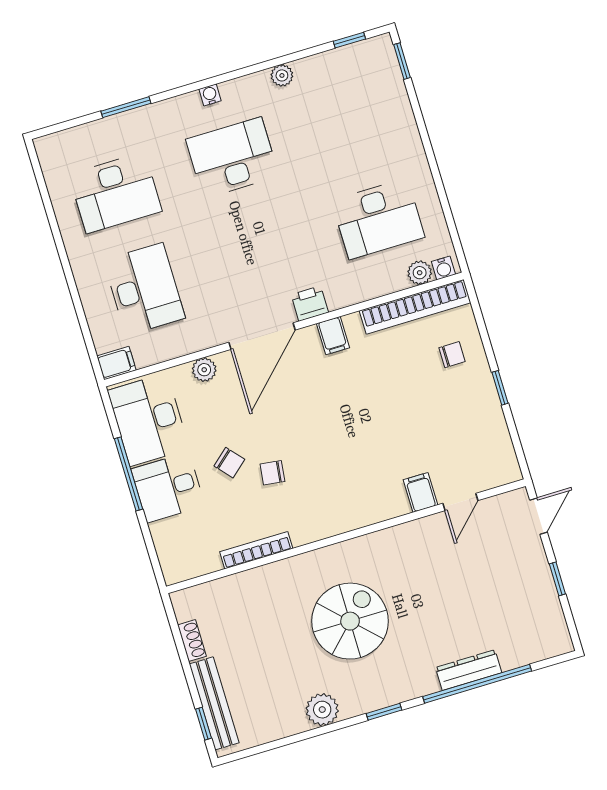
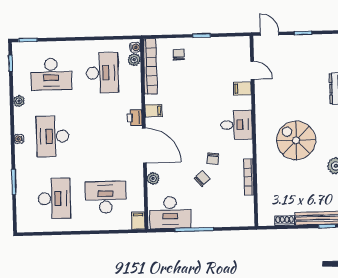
desk: (349, 123) -> (51, 74), added
desk: (168, 487) -> (236, 125), moved, turned -90

